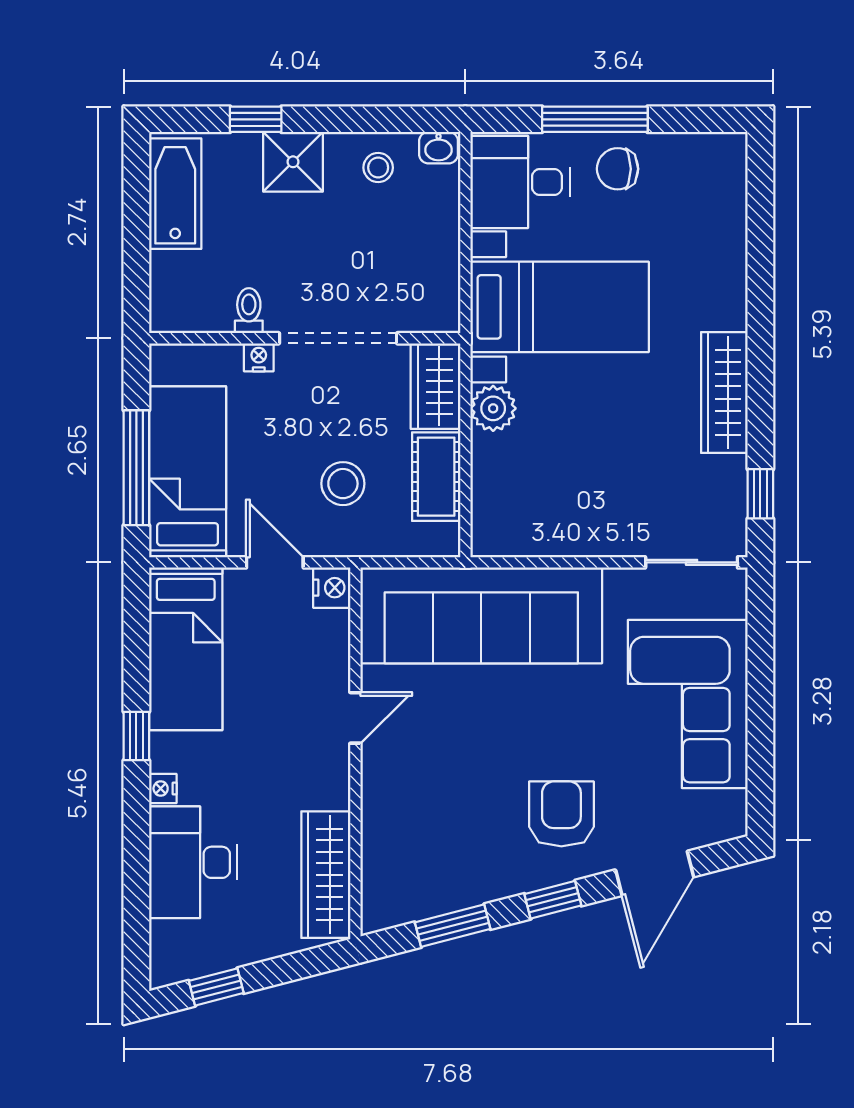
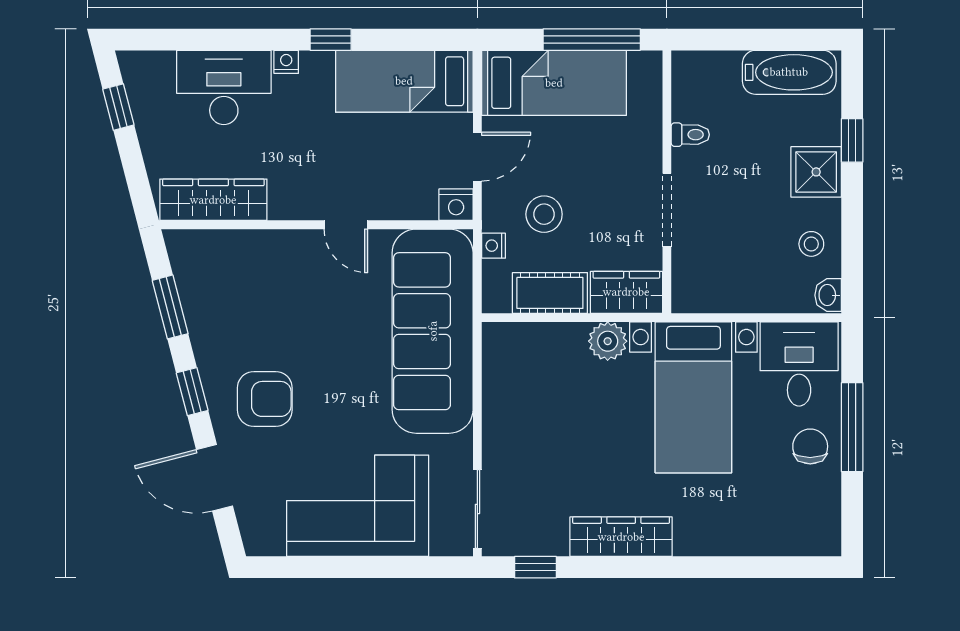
doorway: (338, 338) -> (667, 210), width x0.73
nightstand: (259, 357) -> (494, 246), moved, turned 180
window: (136, 468) -> (592, 40), moved

